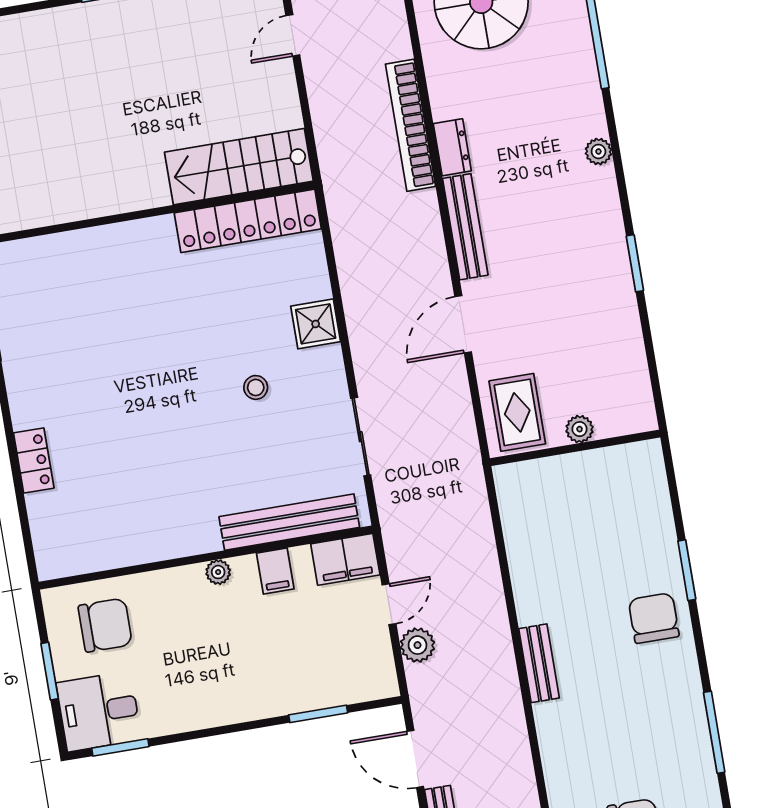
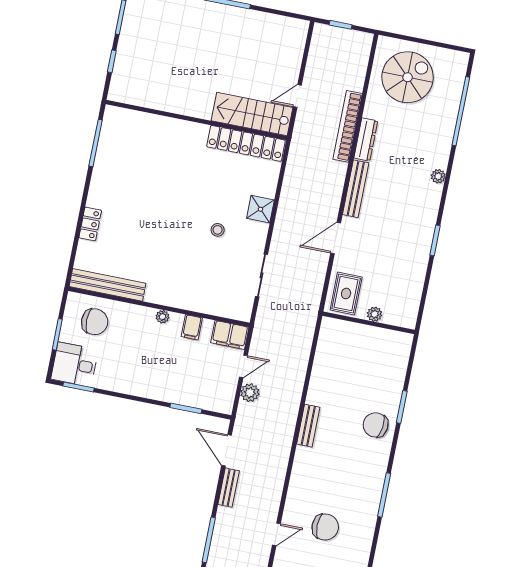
door: (293, 35) -> (297, 96), moved
dresser: (452, 147) -> (366, 139), width x1.44
bench: (289, 522) -> (107, 285), moved
chair: (654, 618) -> (376, 425), turned -83

